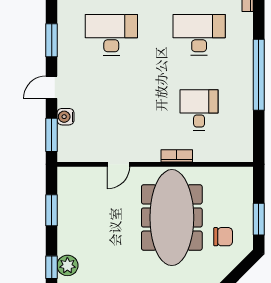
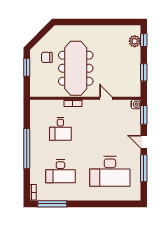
desk: (111, 35) -> (110, 171), width x1.36, depth x1.30
window: (52, 40) -> (144, 168), width x1.44
door: (52, 87) -> (144, 142), swing flipped
water cooler: (65, 117) -> (136, 104), moved
door: (118, 164) -> (106, 98), hinge flipped

